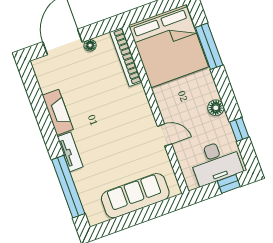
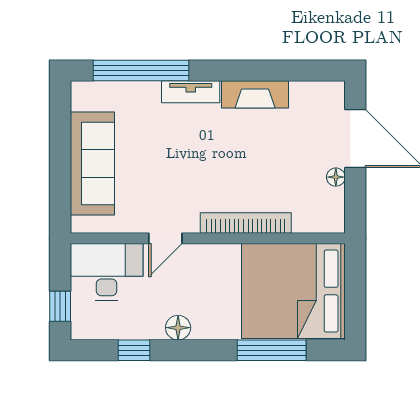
bookcase: (126, 57) -> (246, 223), moved
desk: (216, 162) -> (107, 272), moved, turned 90

